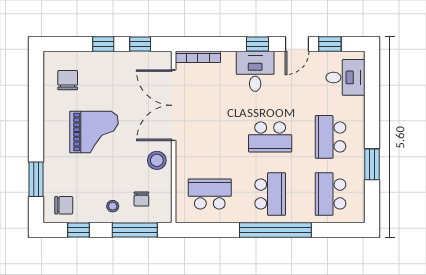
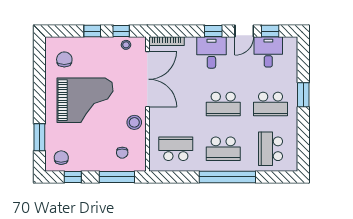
desk: (345, 77) -> (268, 52), moved, turned -90
double door: (174, 105) -> (147, 79), swing flipped
grand piano: (94, 132) -> (85, 100), width x1.37, depth x1.48
school desk: (330, 137) -> (271, 104), turned -90
window: (372, 164) -> (303, 95), moved
school desk: (270, 194) -> (223, 149), turned 90
chair: (64, 205) -> (61, 158), turned -90
stool: (113, 206) -> (126, 45), moved

